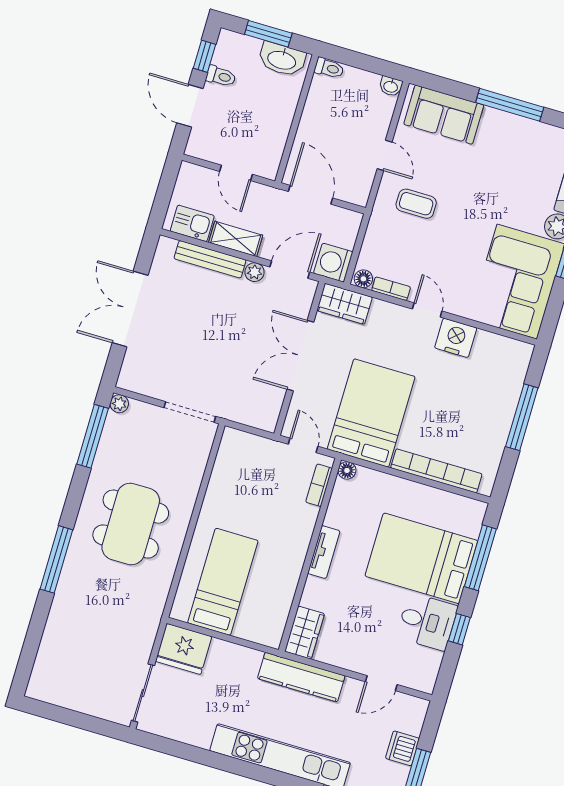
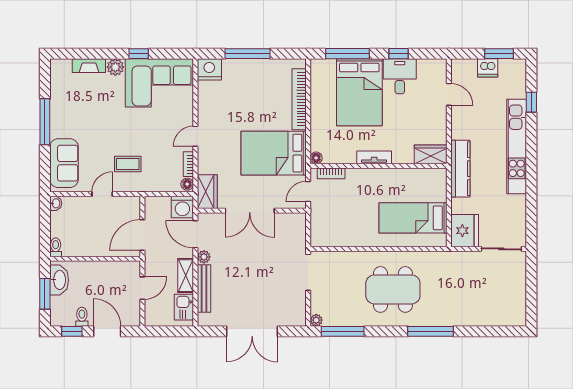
door: (190, 106) -> (107, 331), swing flipped
coffee table: (416, 204) -> (128, 164), turned 90
nightstand: (456, 338) -> (209, 69), moved, turned 90
kitchen counter: (301, 677) -> (460, 169), moved

